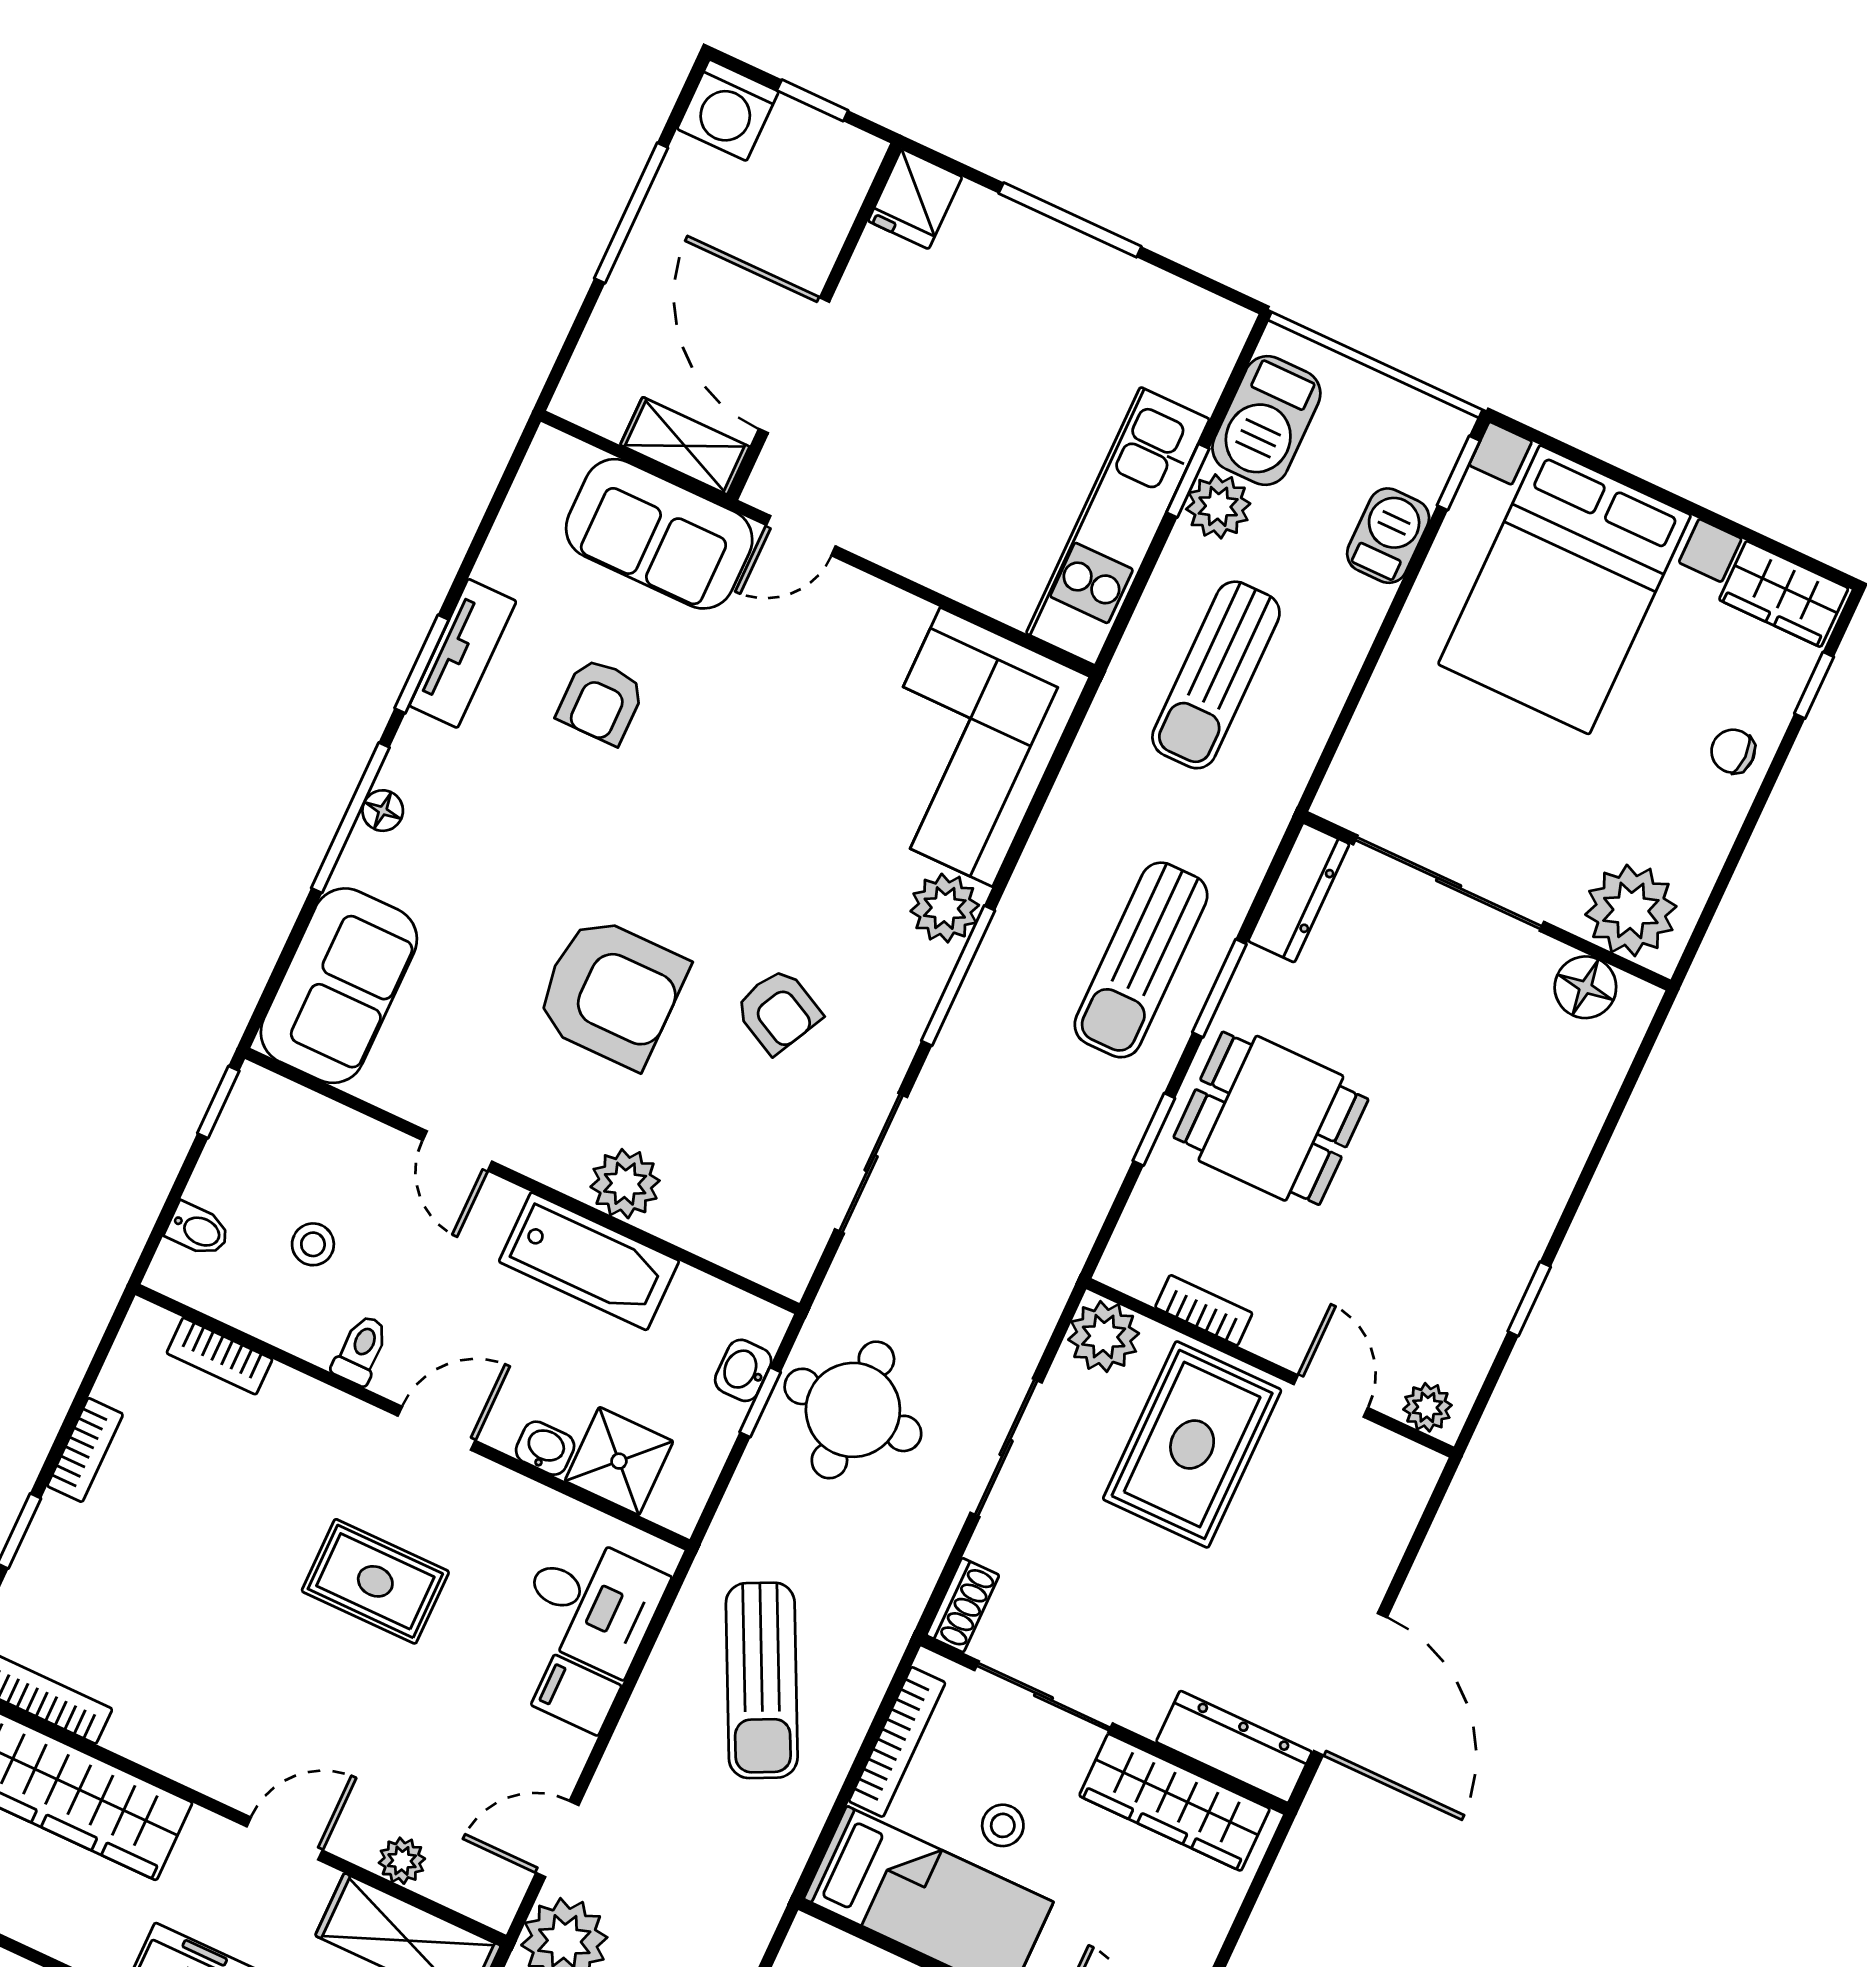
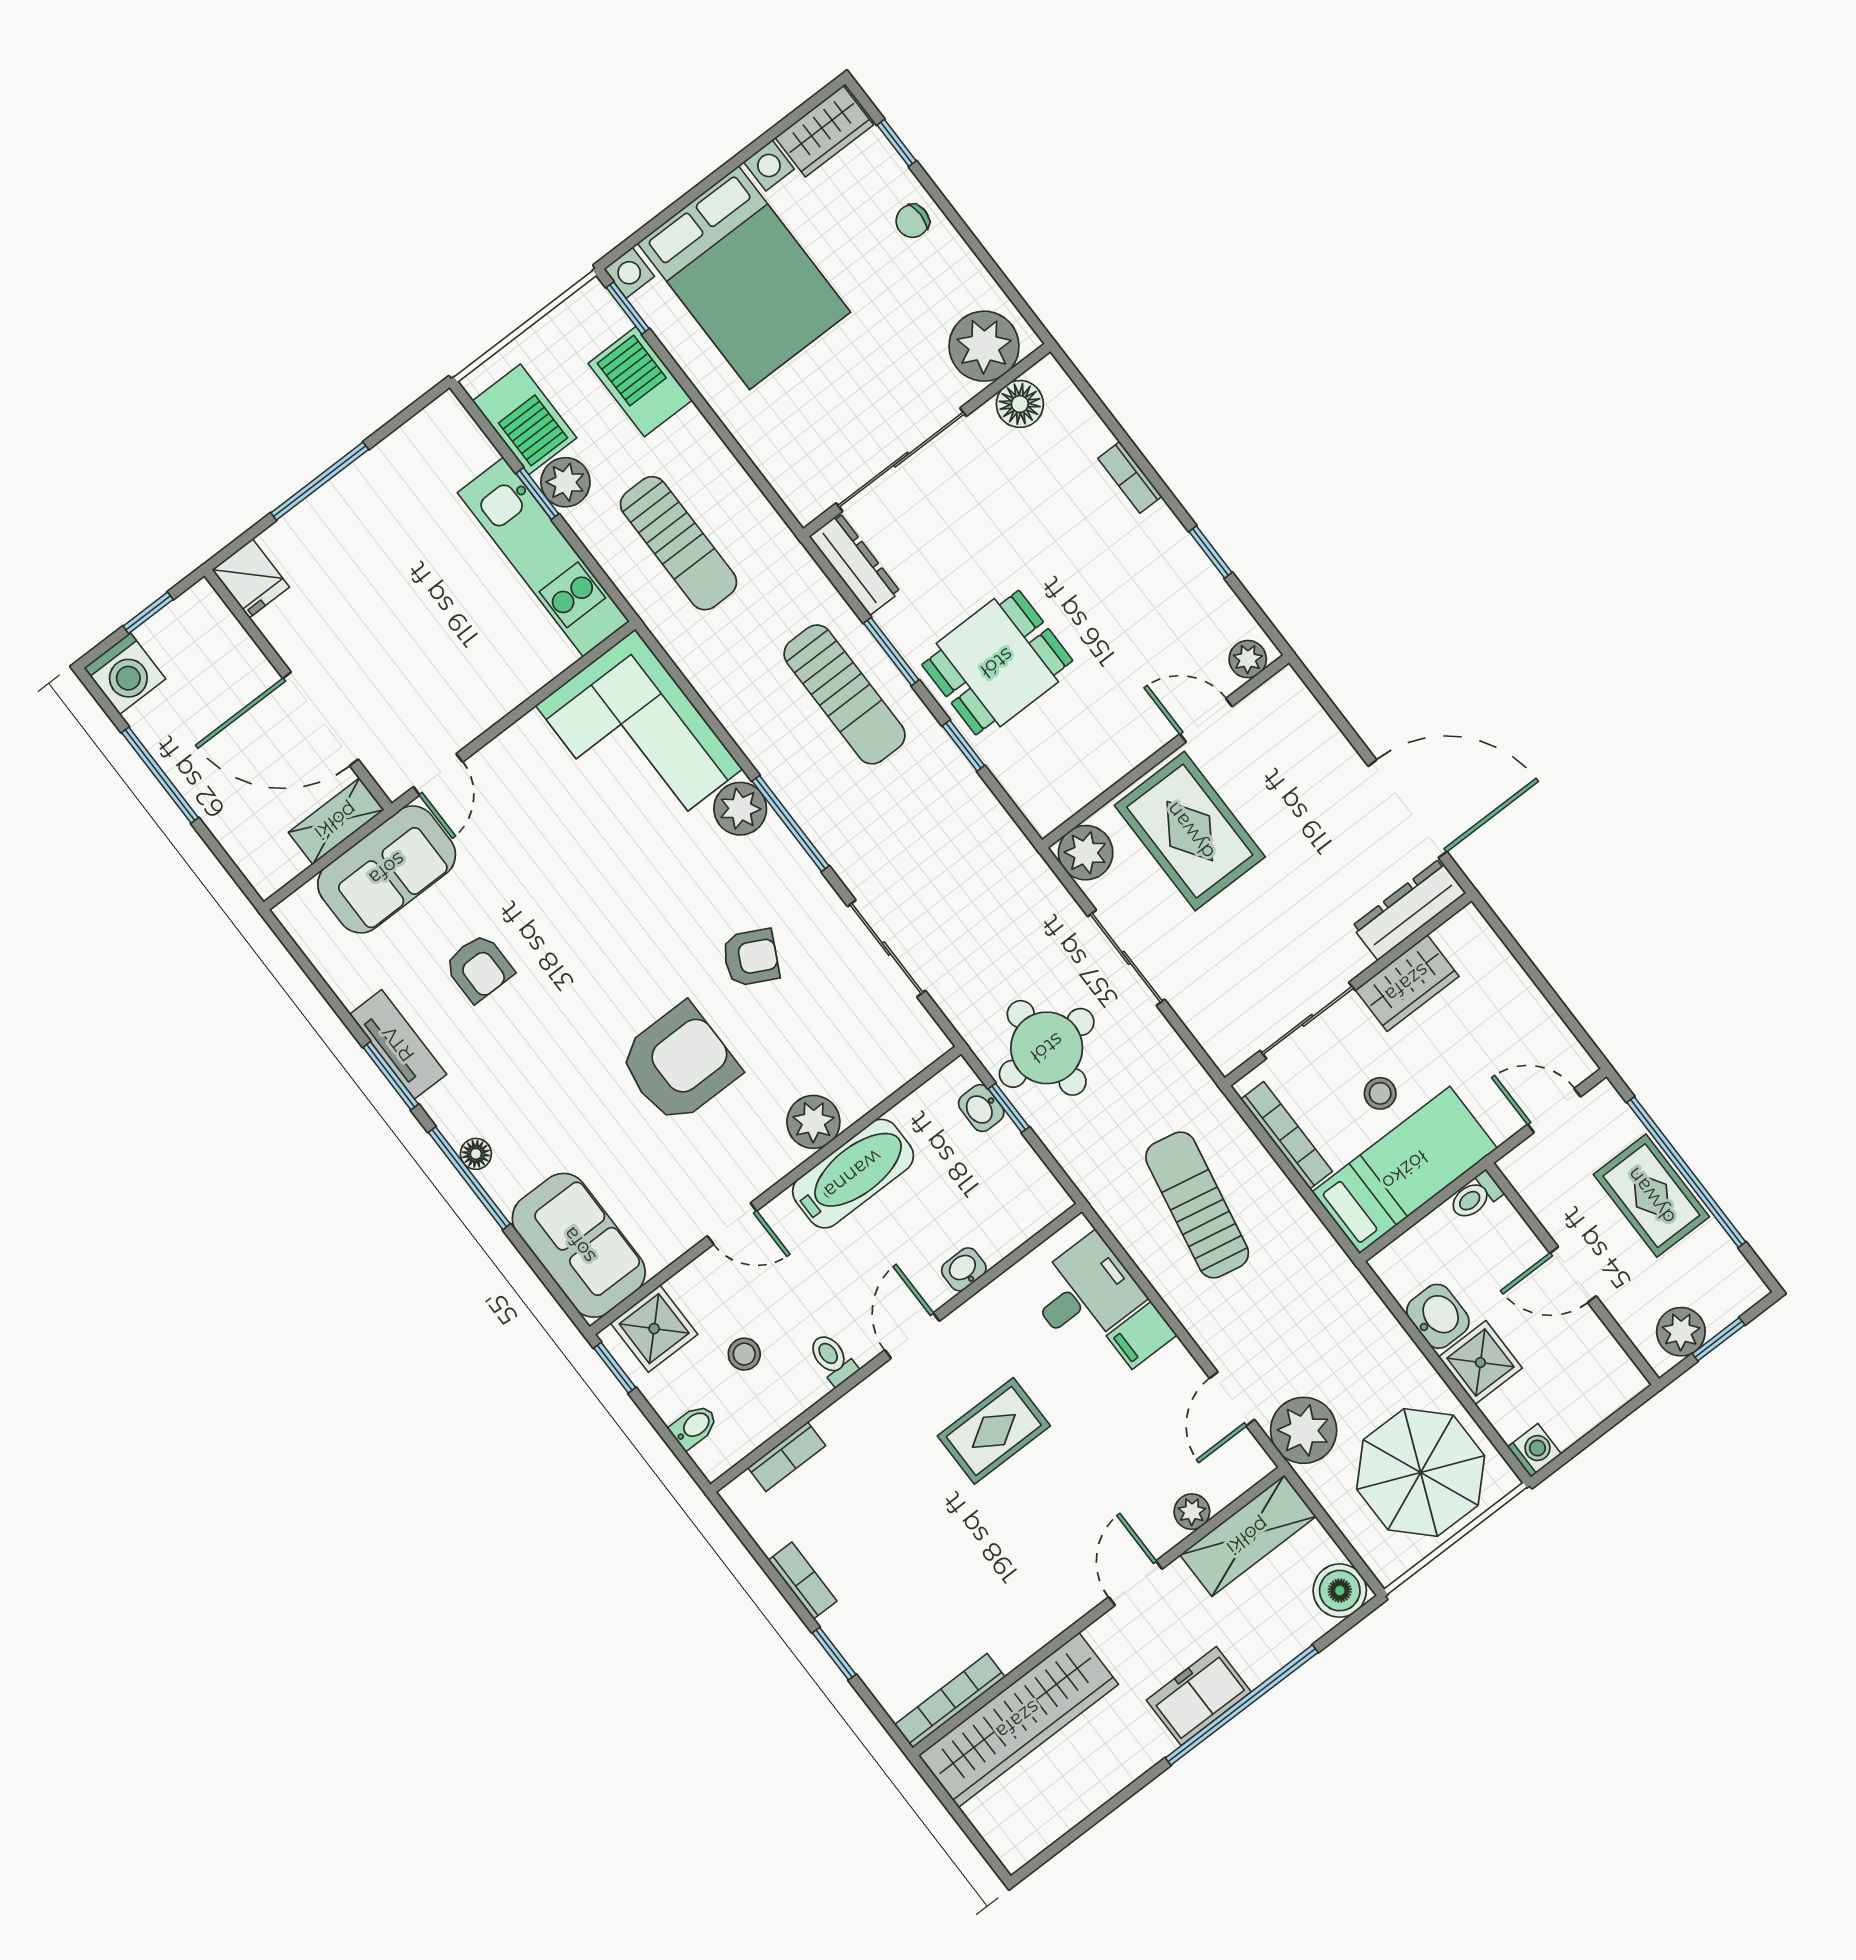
barbecue: (1388, 536) -> (640, 382), width x1.38, depth x1.27
bookcase: (1204, 1310) -> (1130, 477), moved, turned -90
shower: (619, 1461) -> (654, 1329), moved
shoe rack: (963, 1605) -> (1217, 1043), removed
sun lounger: (762, 1680) -> (1197, 1205), turned -143
wardrobe: (1175, 1802) -> (1407, 983), width x0.67

